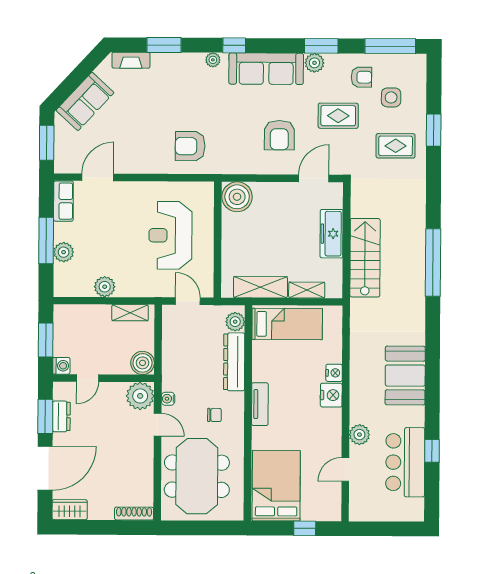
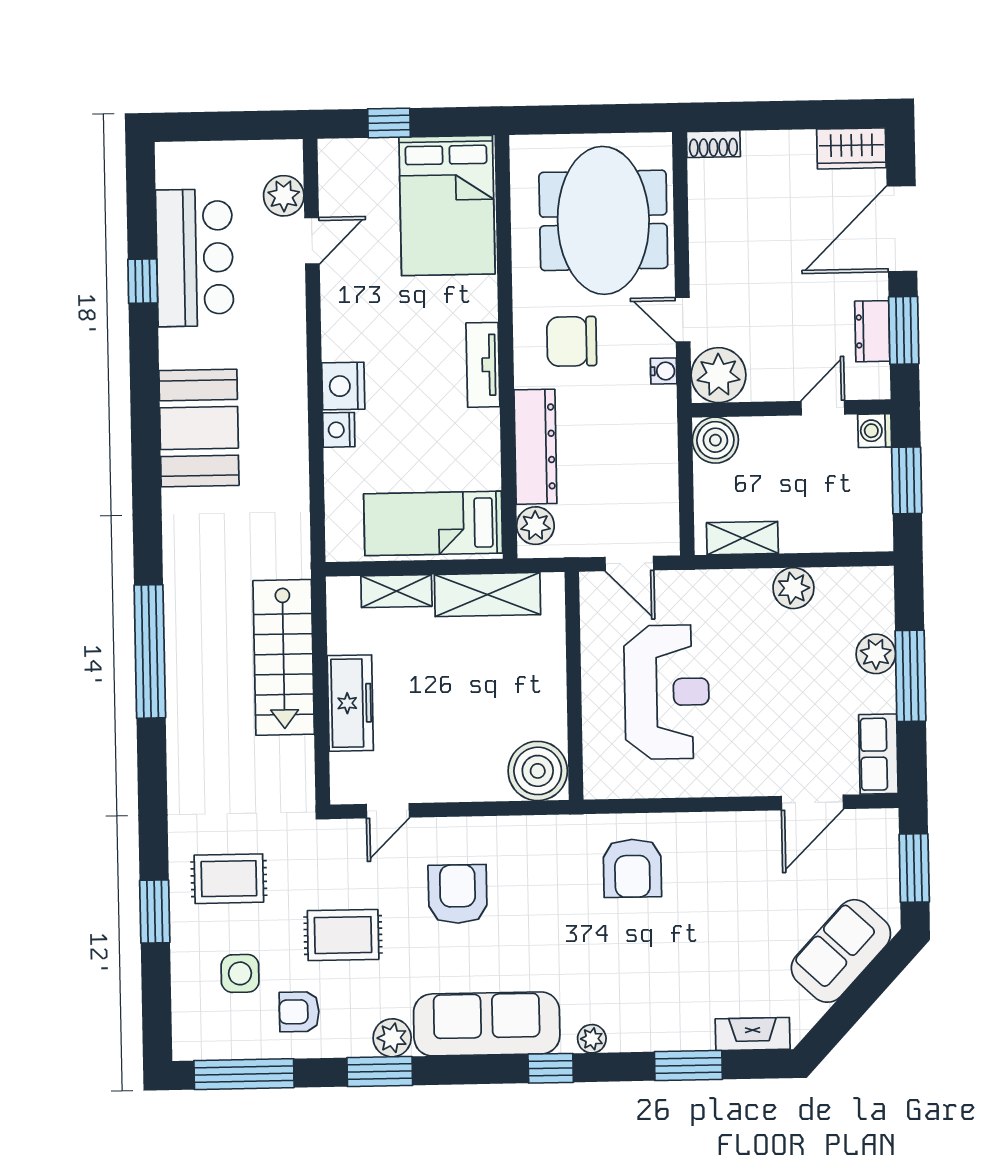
armchair: (190, 146) -> (632, 868), turned 90
door: (314, 178) -> (388, 811), width x0.73
chair: (214, 415) -> (572, 341), width x1.87, depth x1.87
plant: (359, 435) -> (284, 196), moved
shoe rack: (134, 514) -> (713, 144), width x0.70

